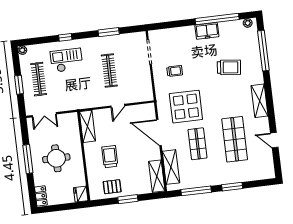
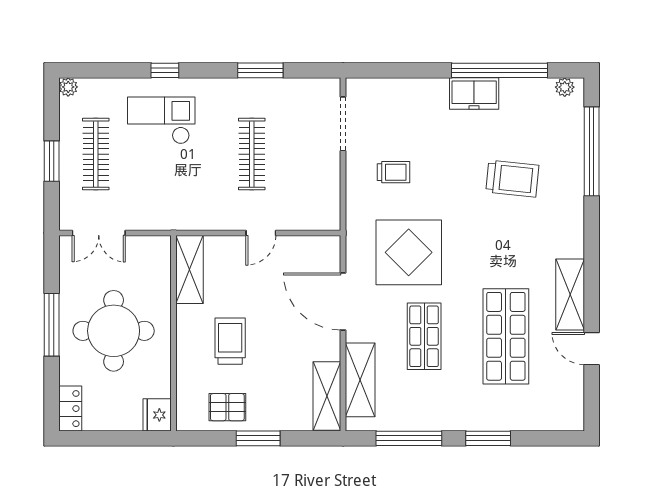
shelving: (260, 101) -> (570, 295), moved
round table: (56, 158) -> (114, 331), width x1.36, depth x1.36

